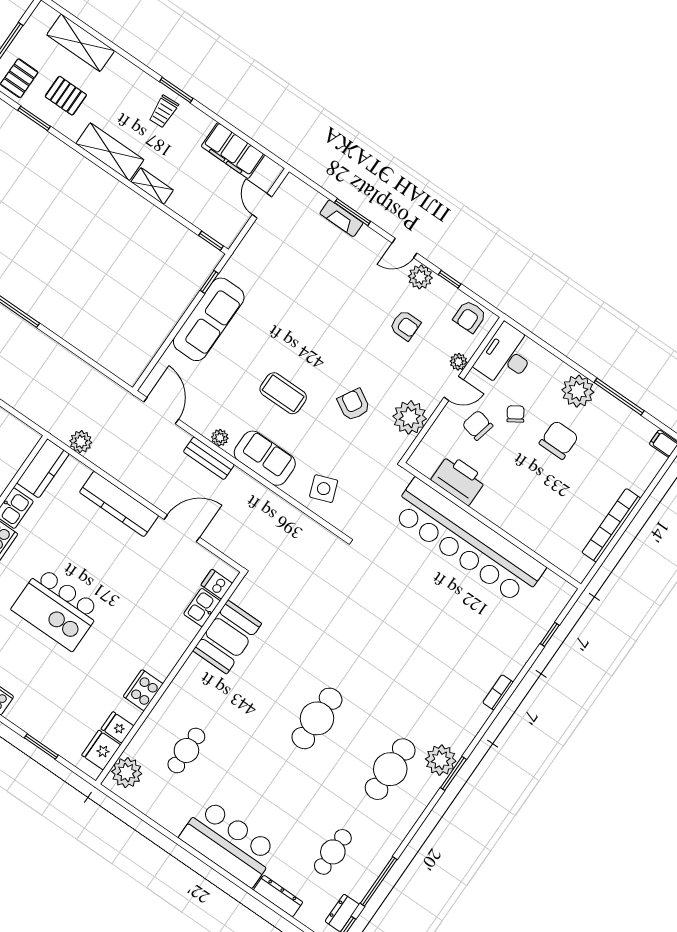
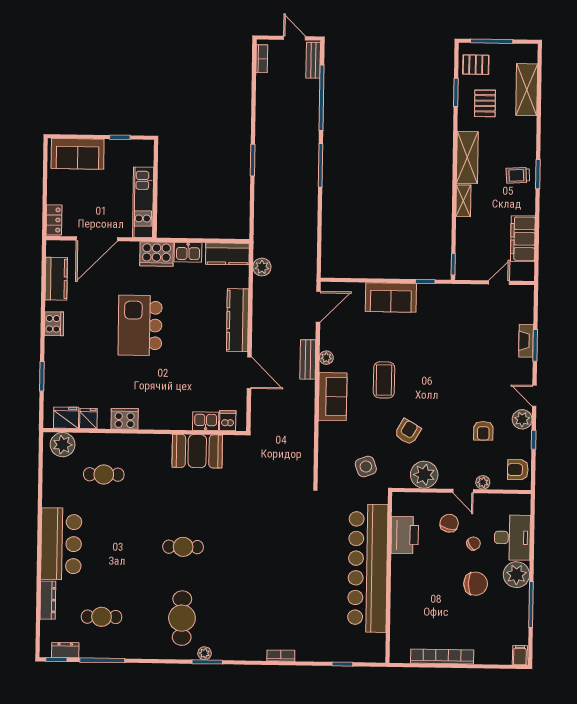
sofa: (209, 319) -> (391, 297), width x0.73
desk: (506, 356) -> (512, 538), moved, turned 90
side table: (324, 489) -> (366, 467), moved
cafe table: (317, 718) -> (183, 547), width x0.73, depth x0.74
plant: (441, 760) -> (205, 653), width x0.53, depth x0.53
cafe table: (390, 769) -> (182, 618), turned 90

